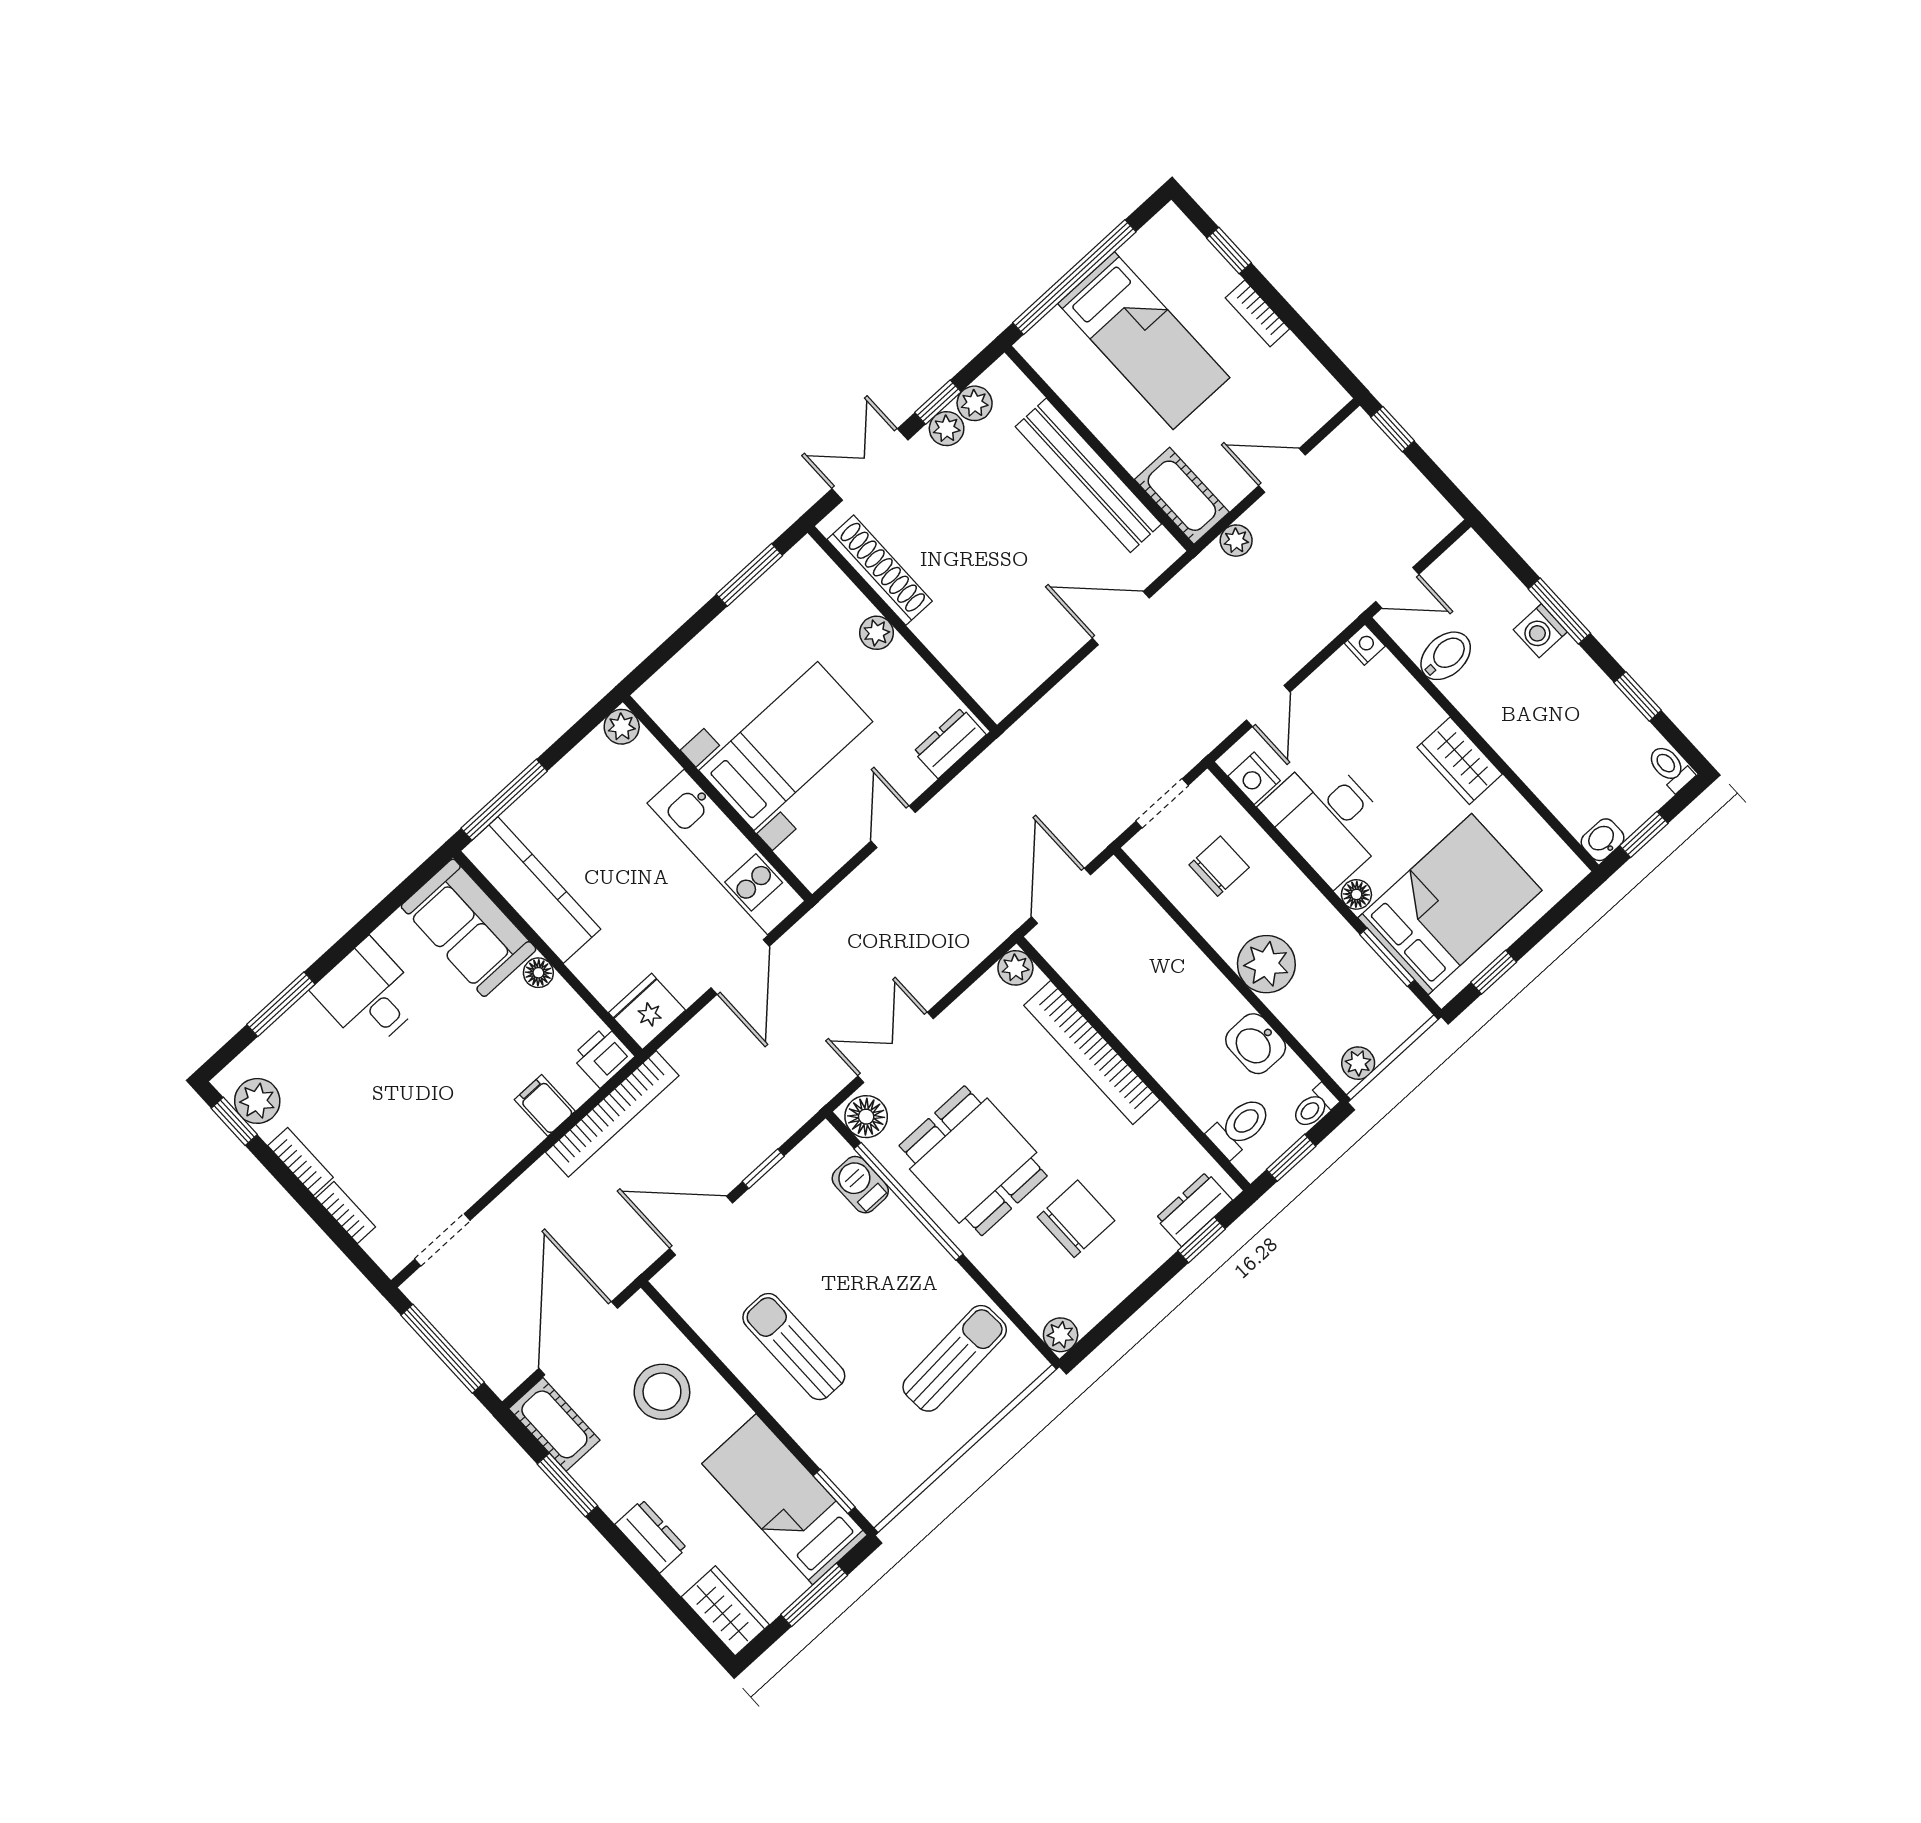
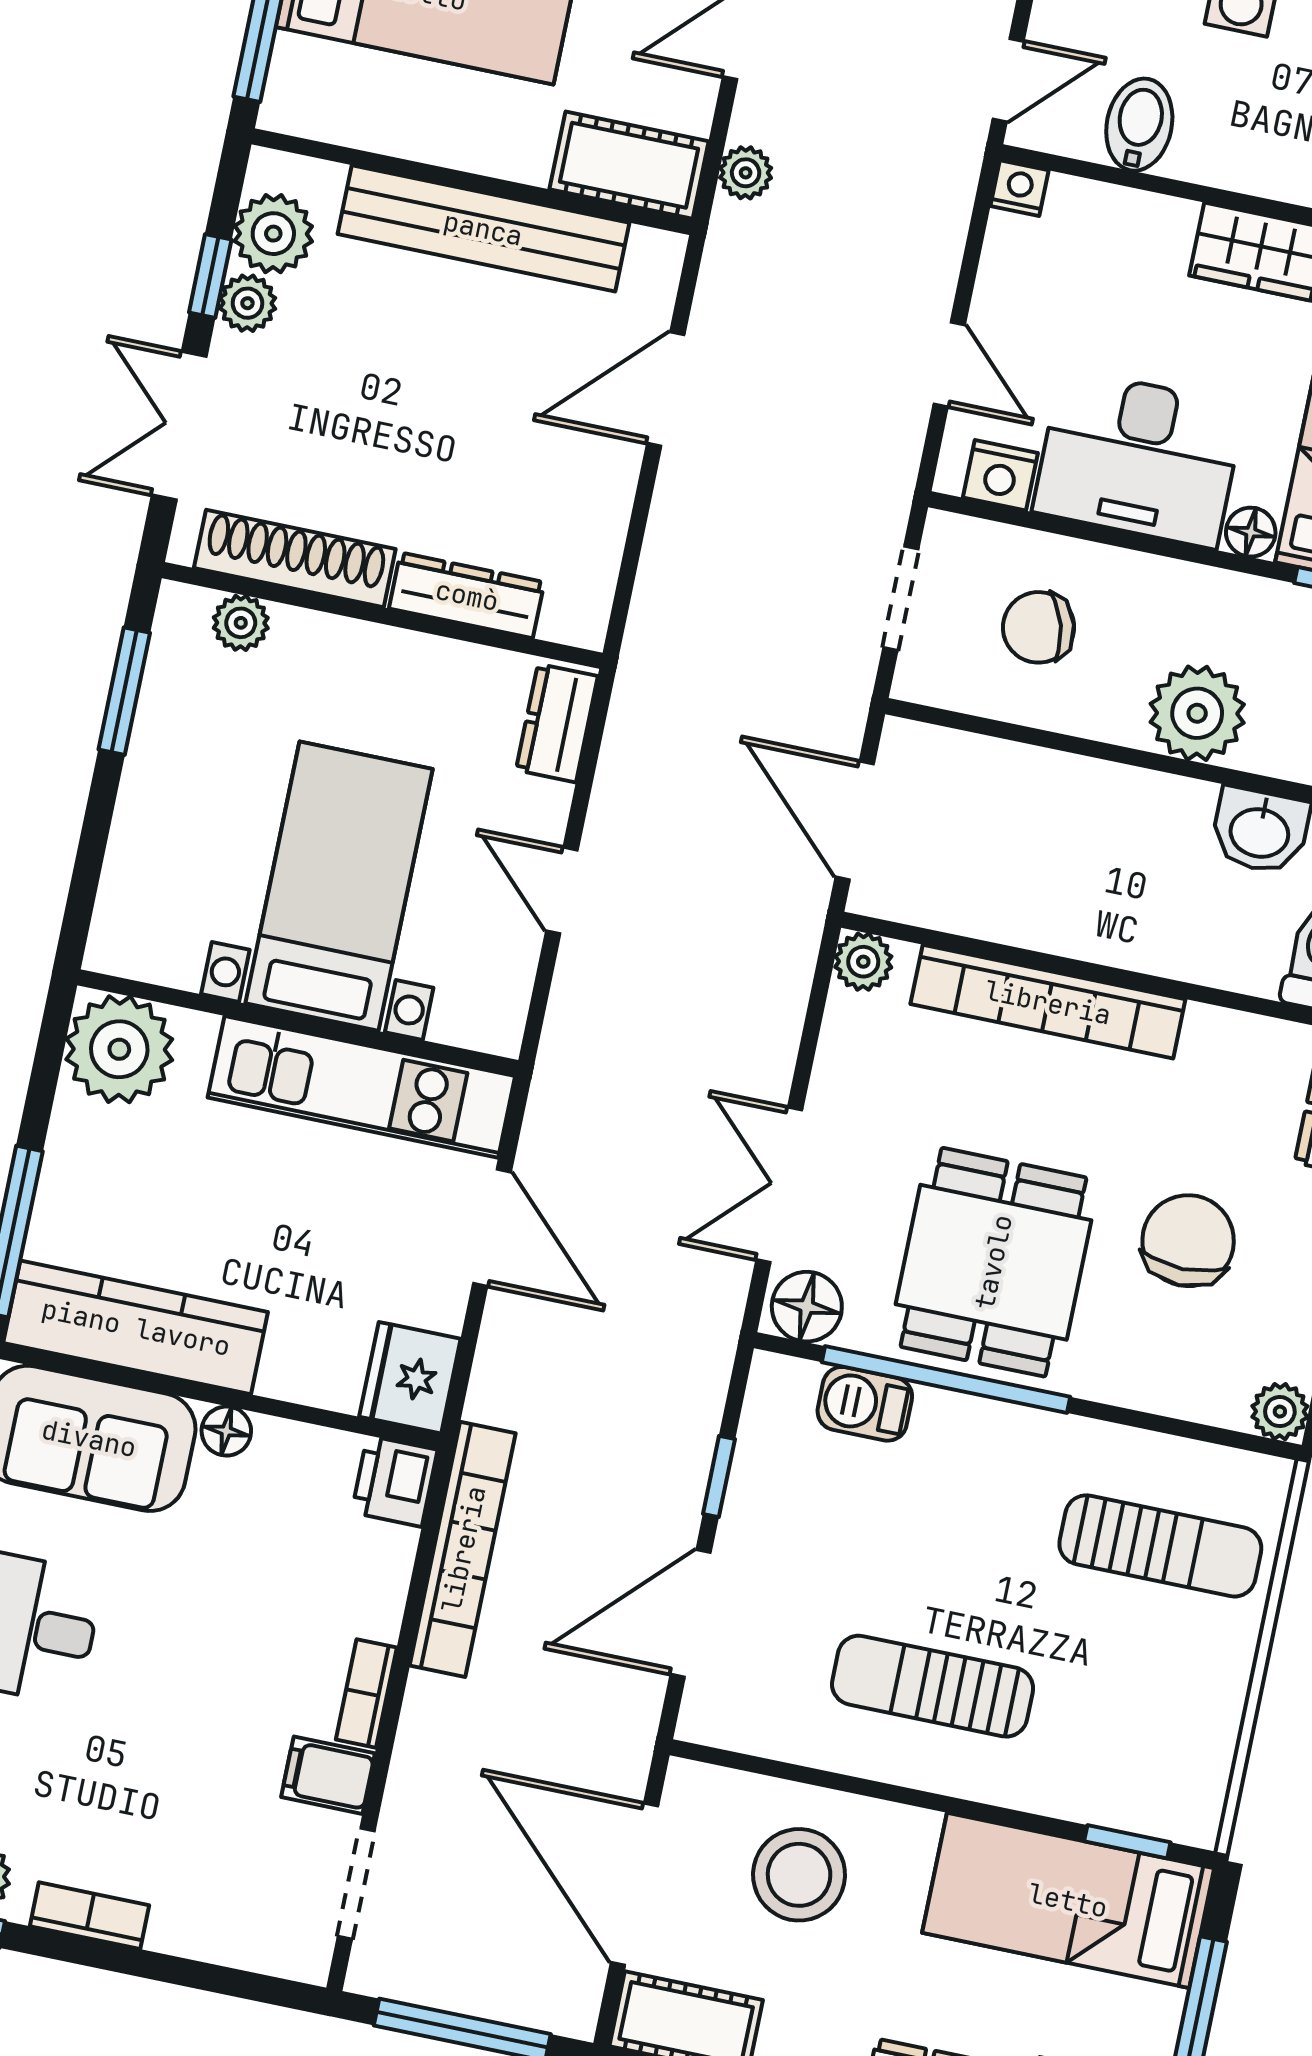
plant: (975, 403) -> (273, 234), width x1.38, depth x1.38
plant: (877, 633) -> (241, 623), moved
dresser: (951, 649) -> (467, 595), added
plant: (622, 727) -> (119, 1049), width x1.87, depth x1.87
chair: (1219, 866) -> (1038, 627), turned -106
filing cabinet: (545, 1105) -> (328, 1775), moved
dining table: (973, 1161) -> (993, 1262), turned 90
bookcase: (346, 1213) -> (366, 1693), moved, turned -90
sun lounger: (955, 1358) -> (1160, 1546), turned 94

